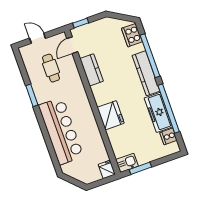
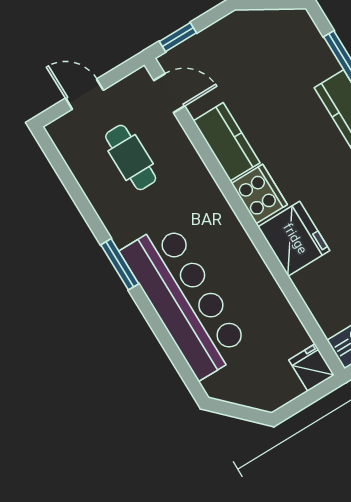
cooker: (132, 35) -> (259, 194), moved, turned 180
door: (72, 45) -> (169, 93), swing flipped
window: (32, 95) -> (120, 264), moved

